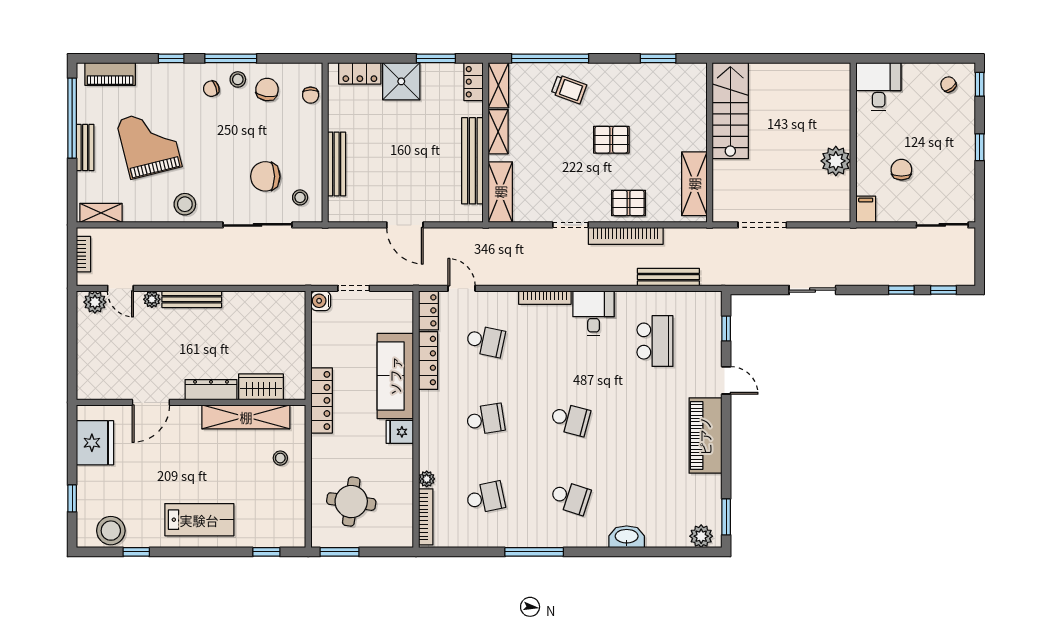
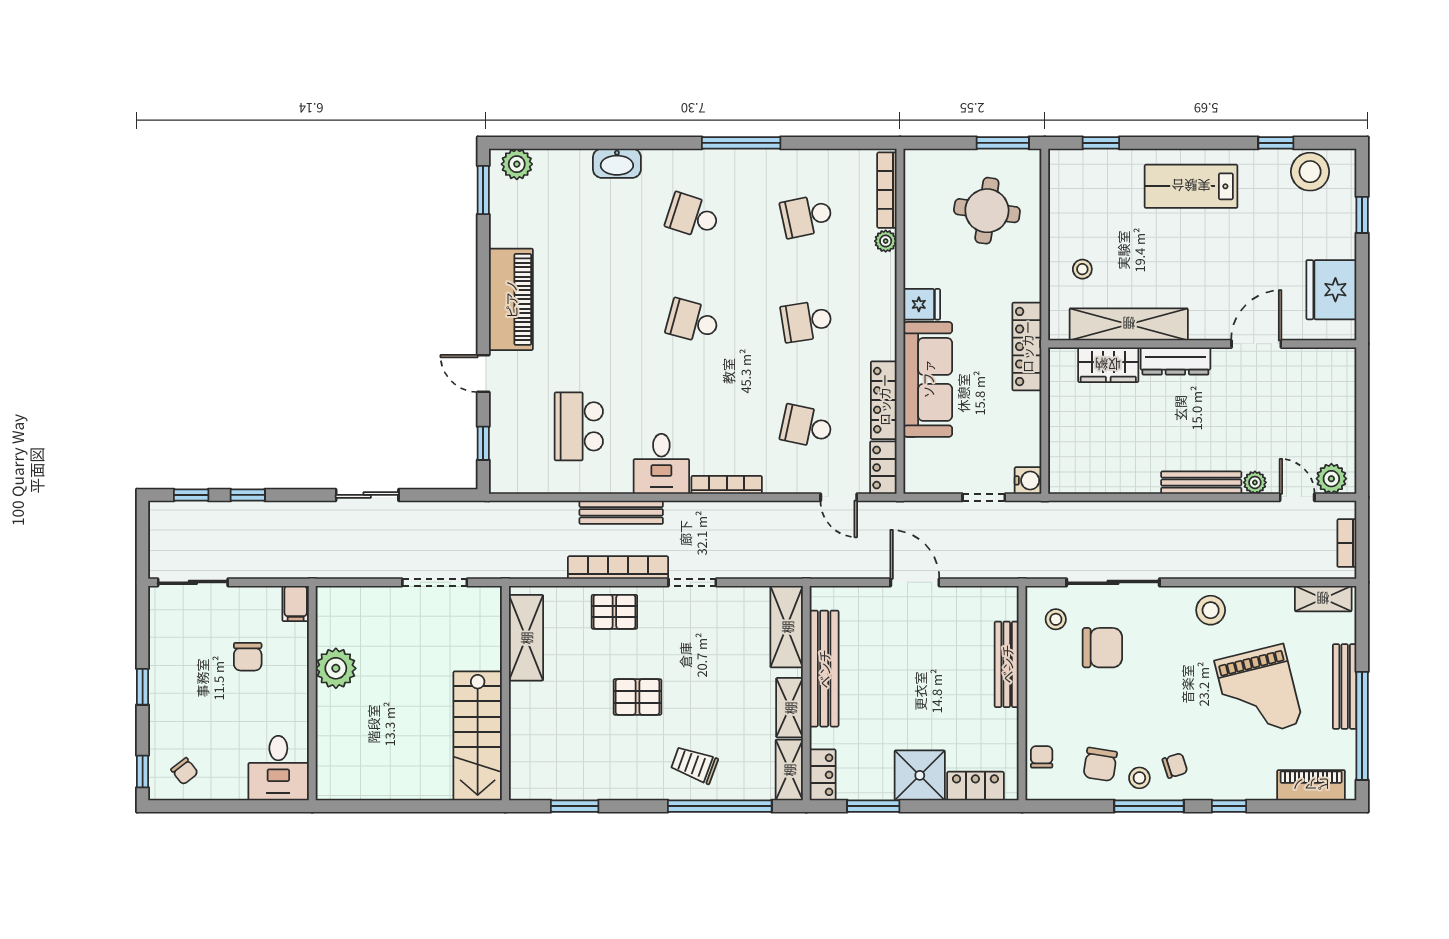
bench: (85, 147) -> (1345, 686), width x1.36
bench: (668, 277) -> (621, 512), moved

